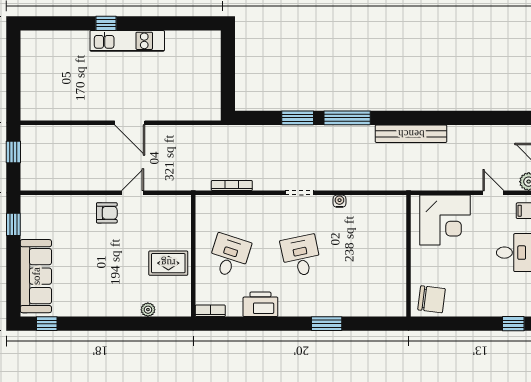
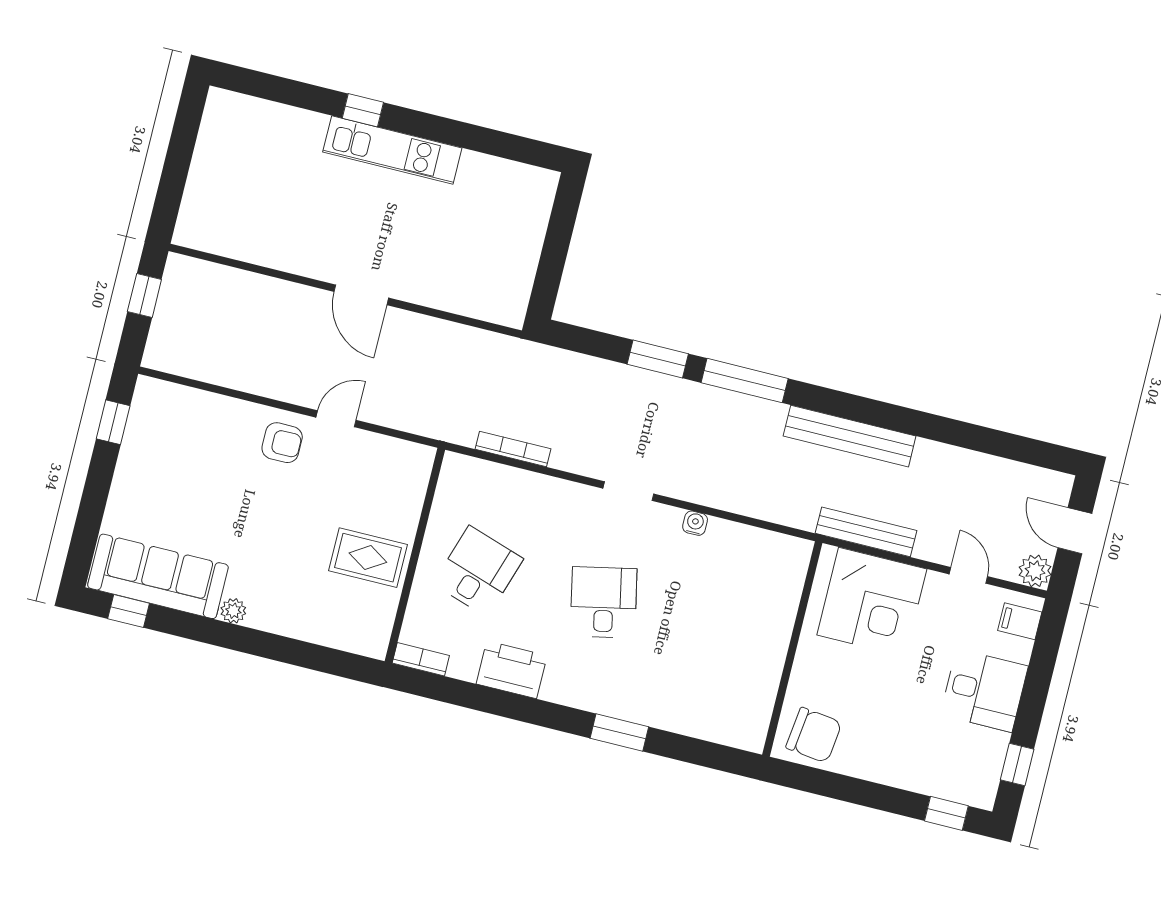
bench: (433, 183) -> (866, 532), added
sofa: (36, 276) -> (158, 576), moved, turned -90
plant: (148, 310) -> (233, 611), moved

